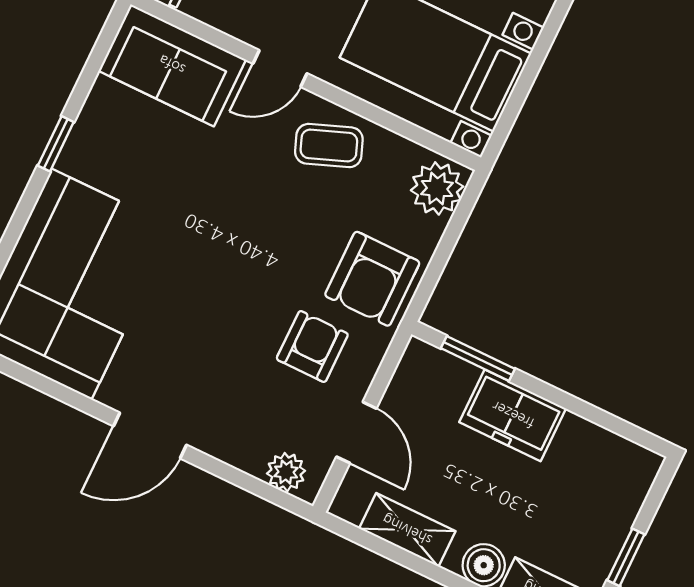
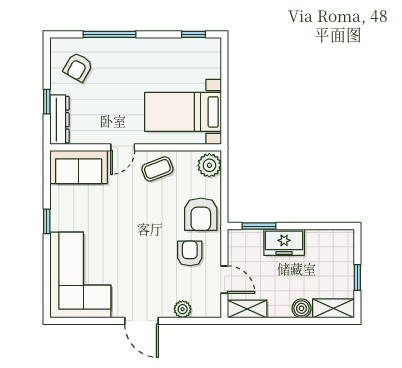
door: (150, 435) -> (142, 321), hinge flipped
plant: (286, 472) -> (183, 309), moved
shelving: (407, 530) -> (247, 309), moved

